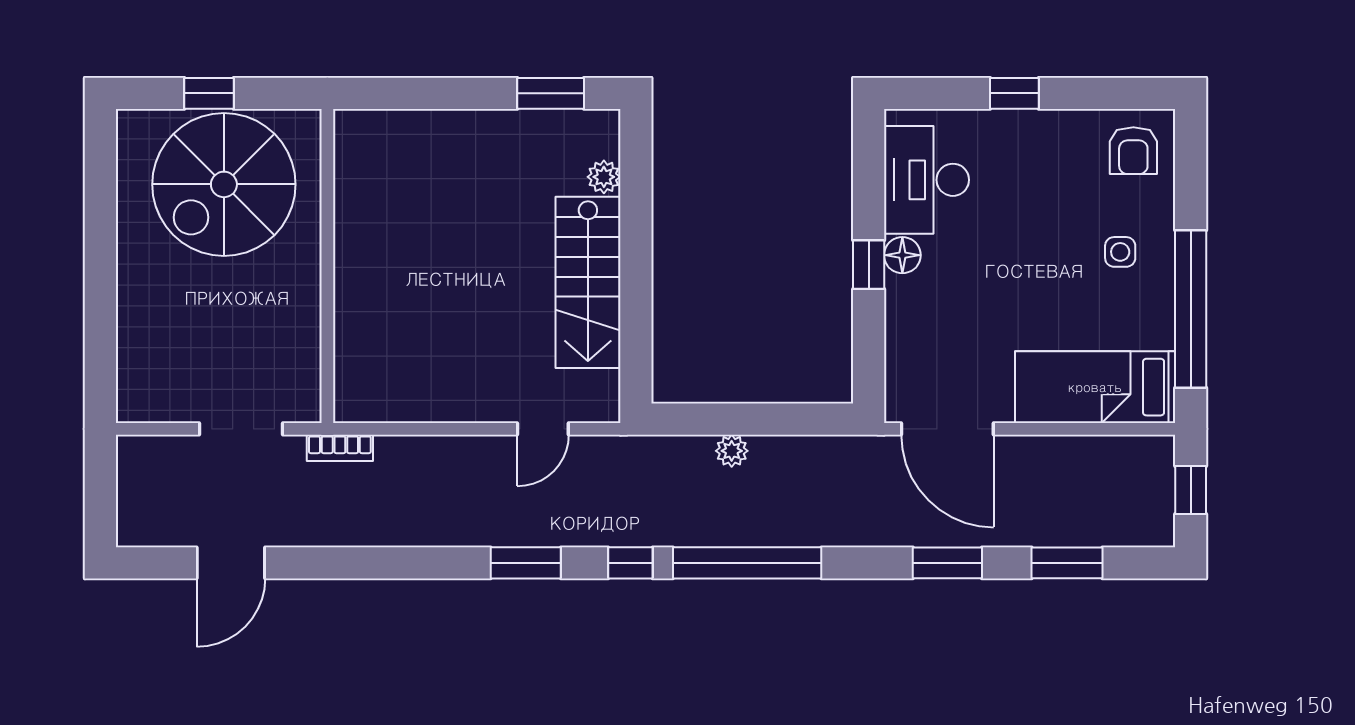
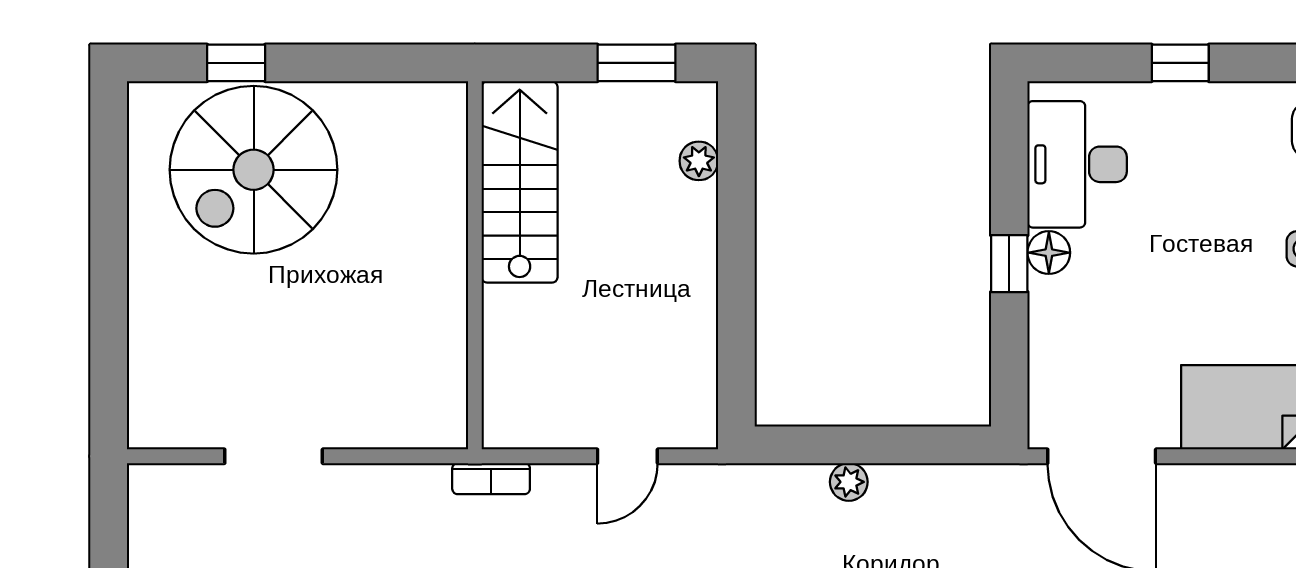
wall: (327, 266) -> (475, 265), moved
stairs: (588, 282) -> (520, 182), moved, turned 180
bookcase: (340, 448) -> (491, 479), moved

